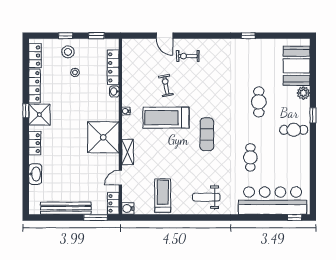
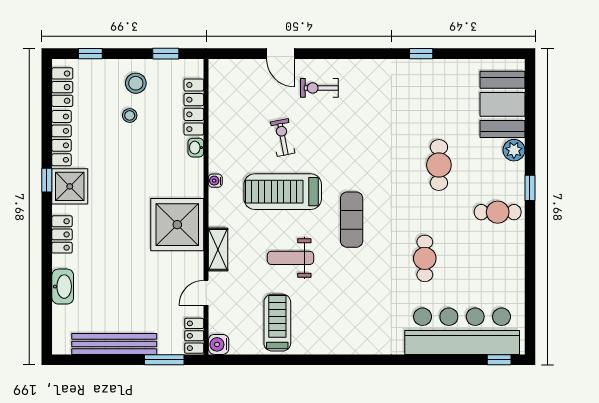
window: (66, 36) -> (90, 54), moved
stool: (68, 52) -> (136, 83), moved
weight bench: (206, 197) -> (291, 258), moved

